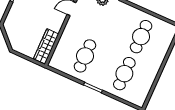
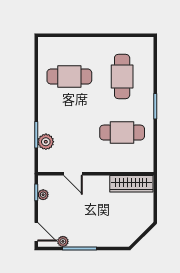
cafe table: (124, 74) -> (122, 77), turned 90

